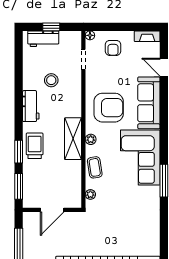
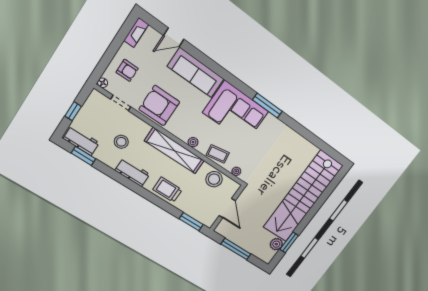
workbench: (43, 39) -> (81, 141), moved, turned -90
armchair: (109, 108) -> (159, 106), moved, turned -90
shelving: (73, 139) -> (175, 151), width x1.47
window: (19, 152) -> (84, 156), moved
stool: (71, 180) -> (214, 179), added

